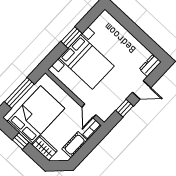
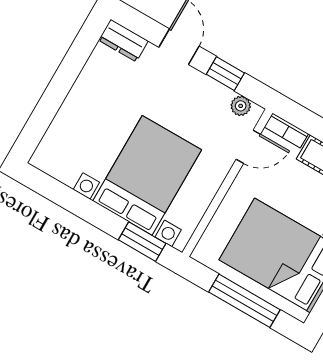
window: (71, 37) -> (142, 242), moved
plant: (108, 112) -> (241, 106), added

